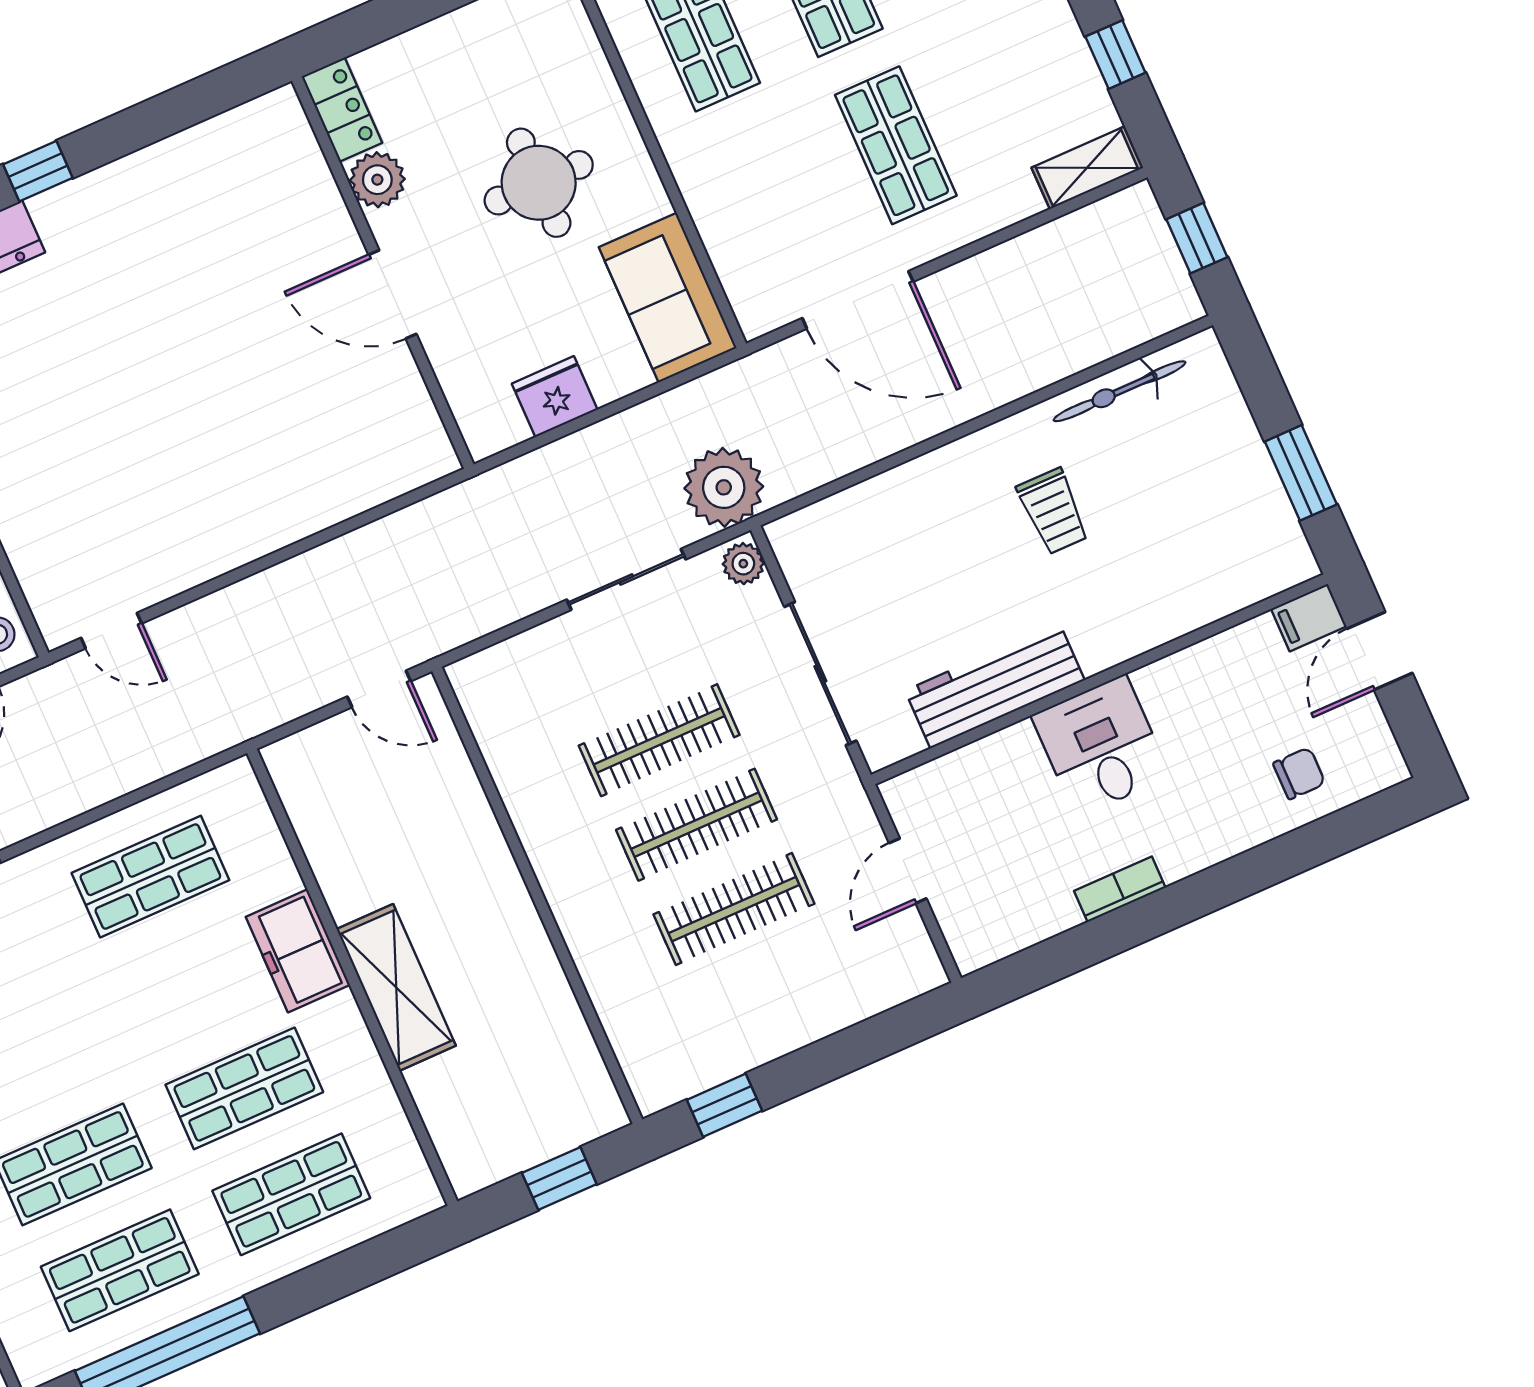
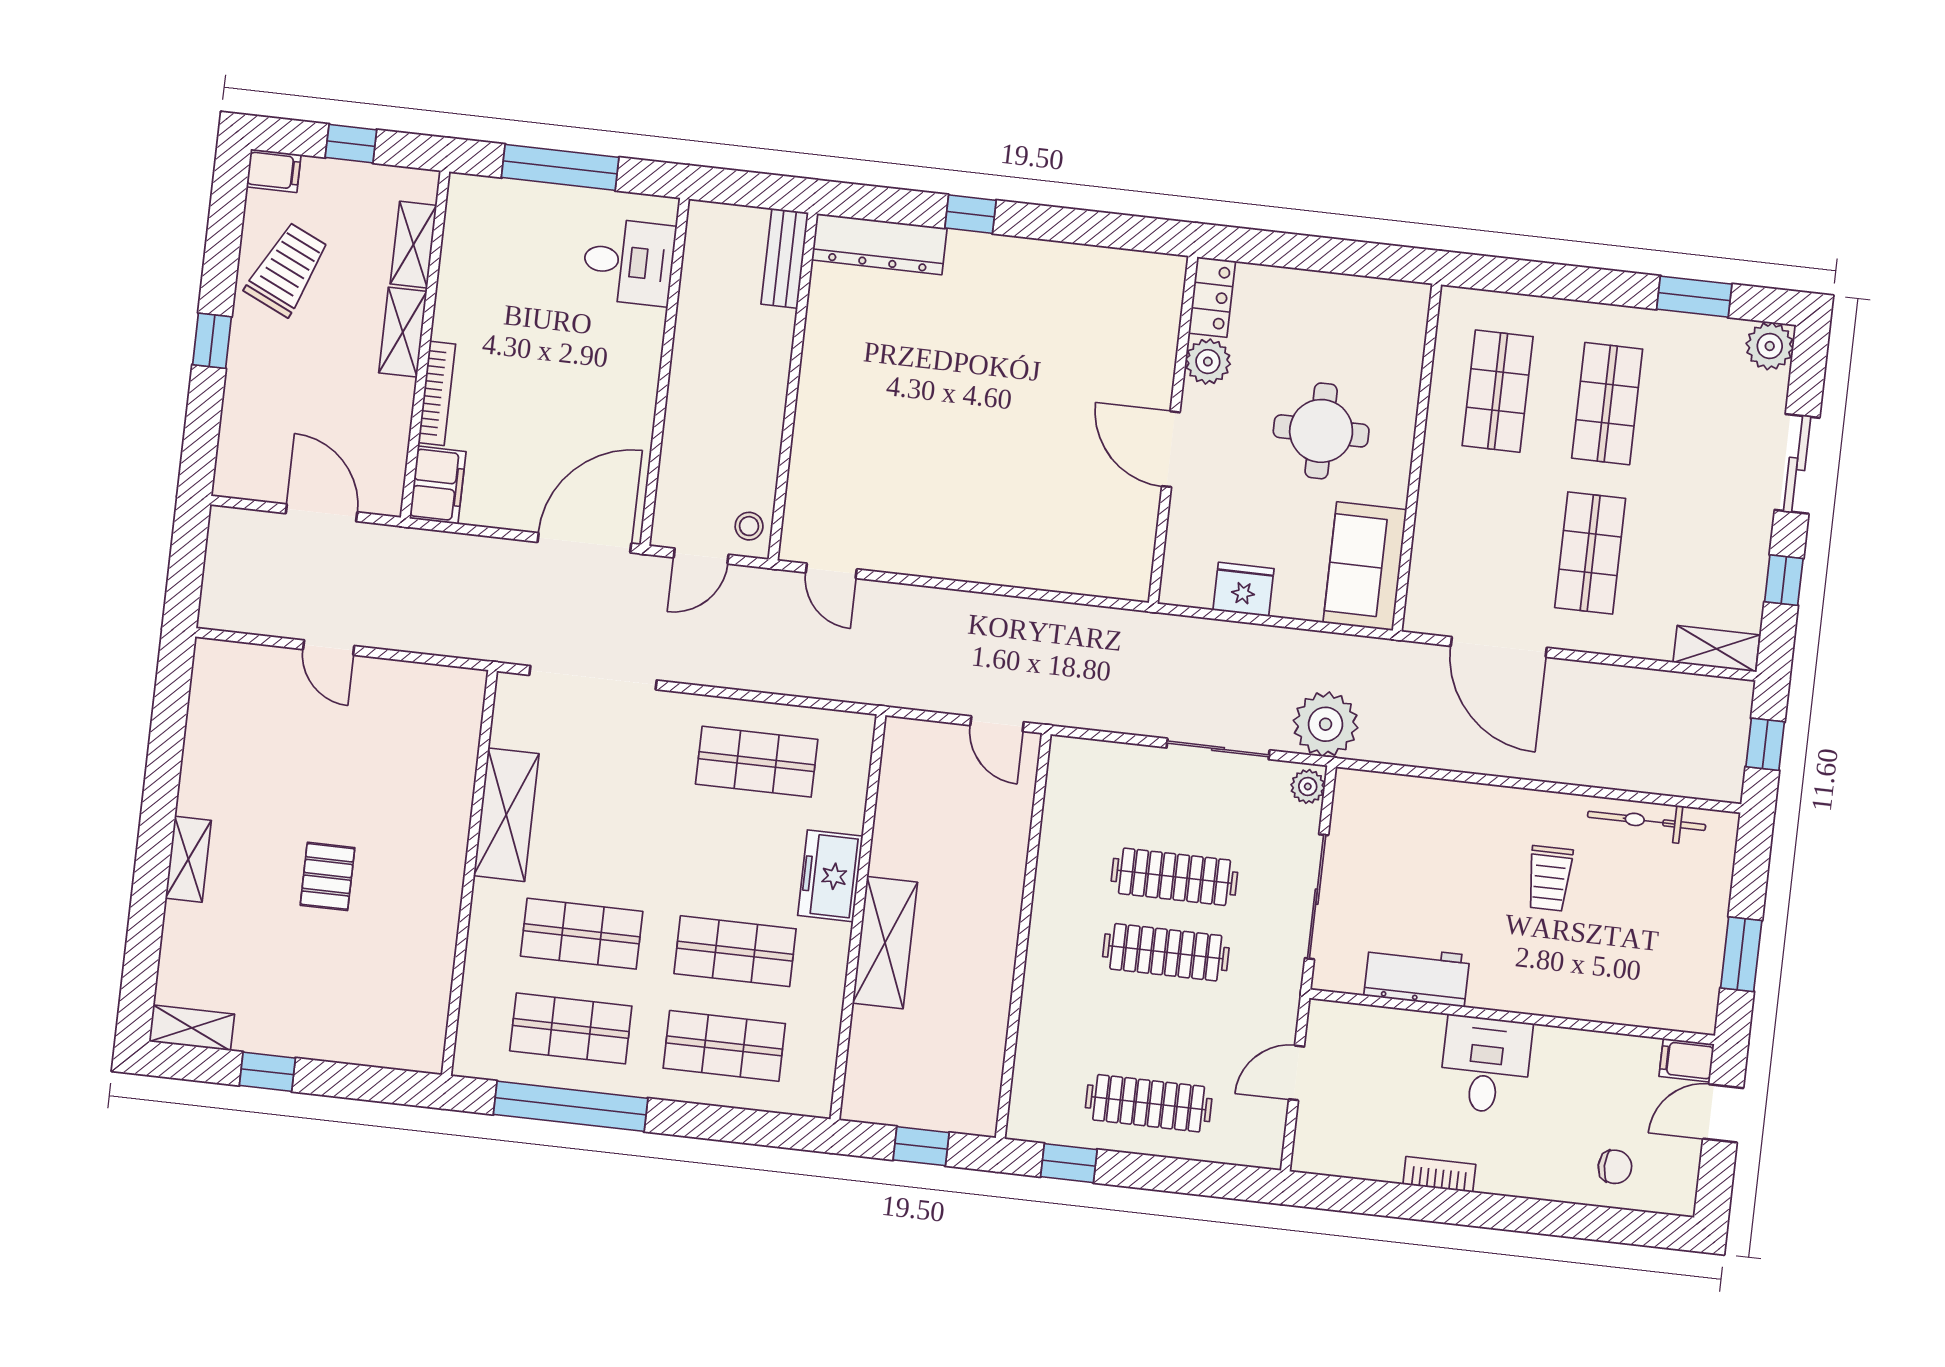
workbench: (995, 685) -> (1417, 975), width x0.73
clothes rail: (734, 909) -> (1149, 1103), moved

